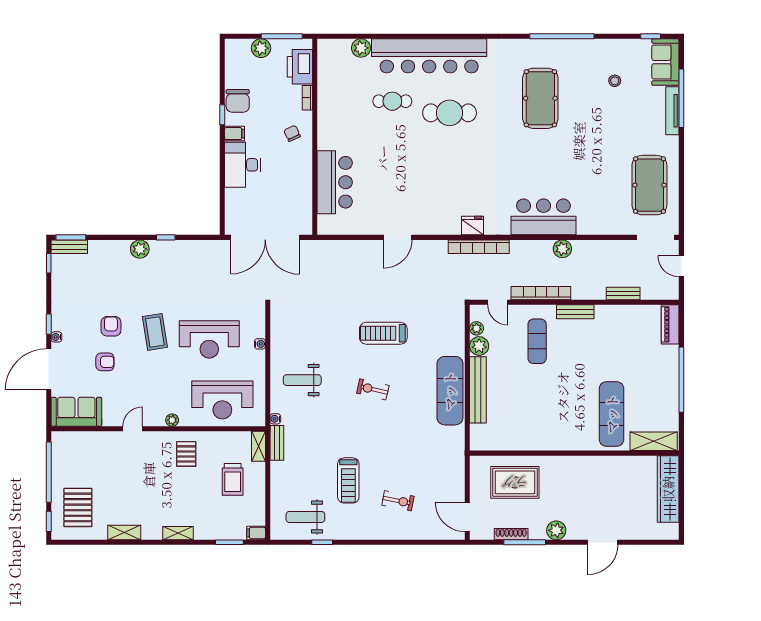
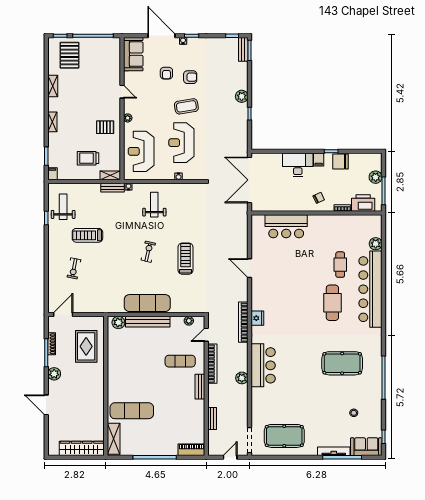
plant: (479, 346) -> (118, 322), moved
pallet: (78, 507) -> (69, 55), turned 90

